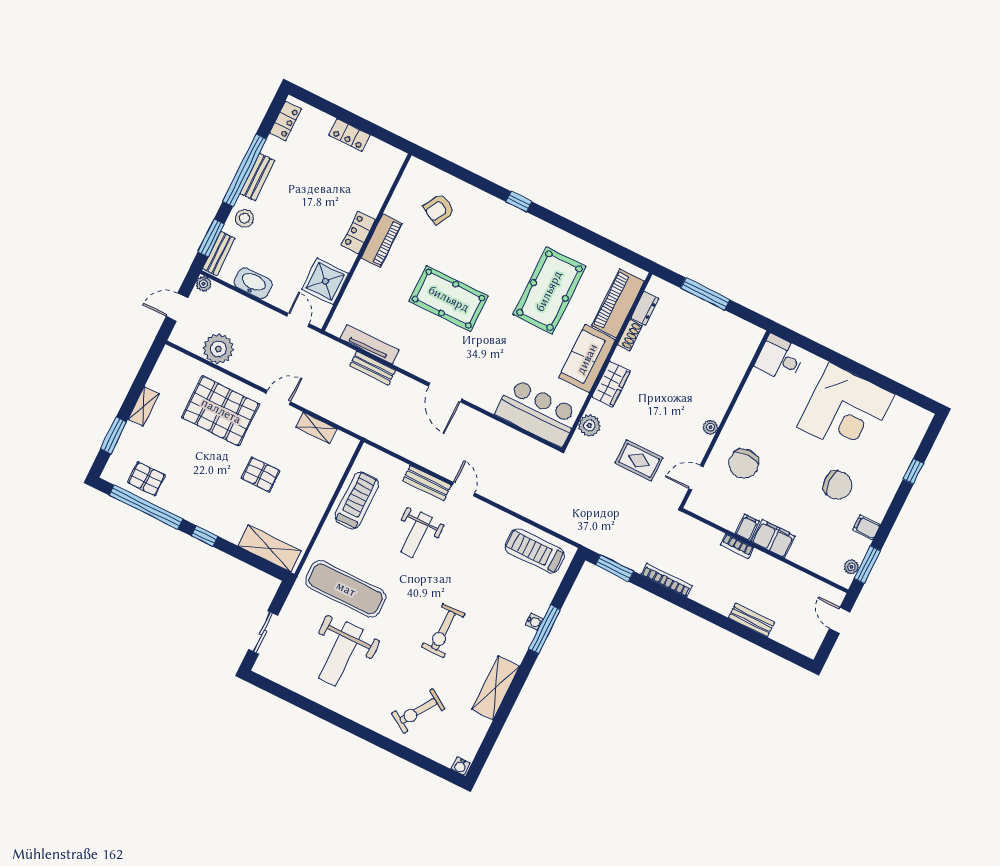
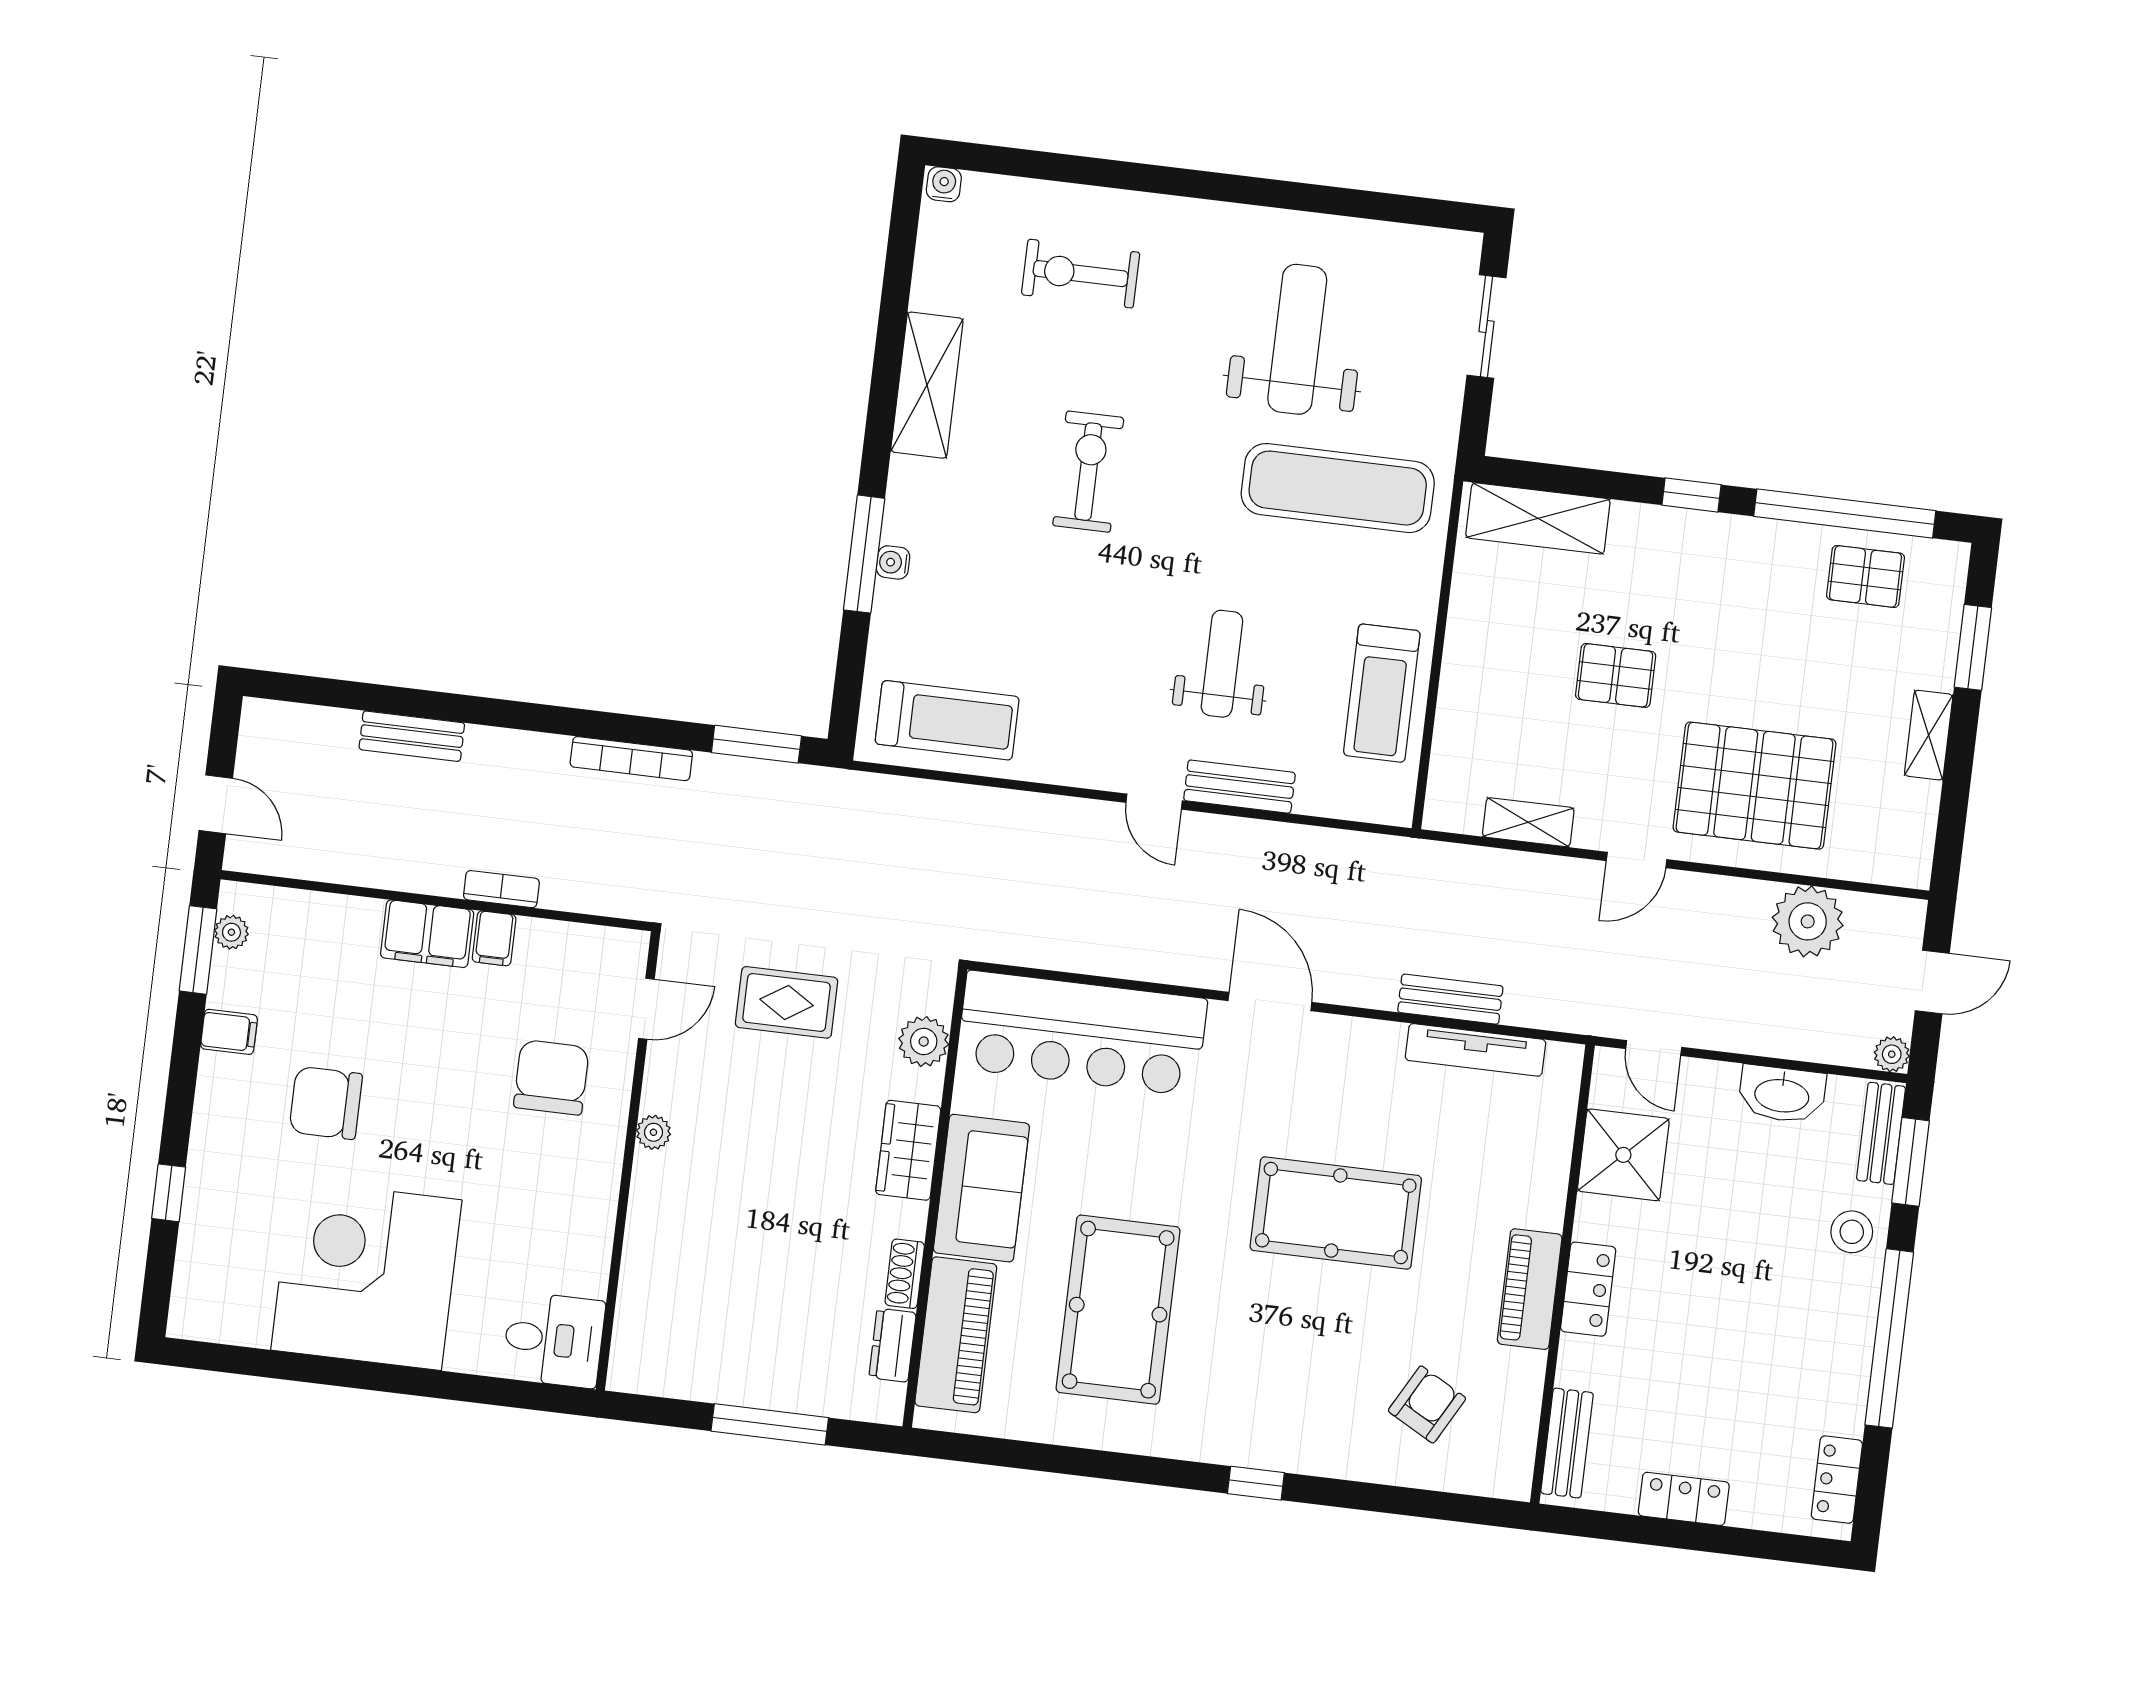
bench: (257, 177) -> (1567, 1443), moved
bar counter: (537, 413) -> (1082, 1033), width x1.36
exercise bike: (418, 711) -> (1081, 274), turned -123

